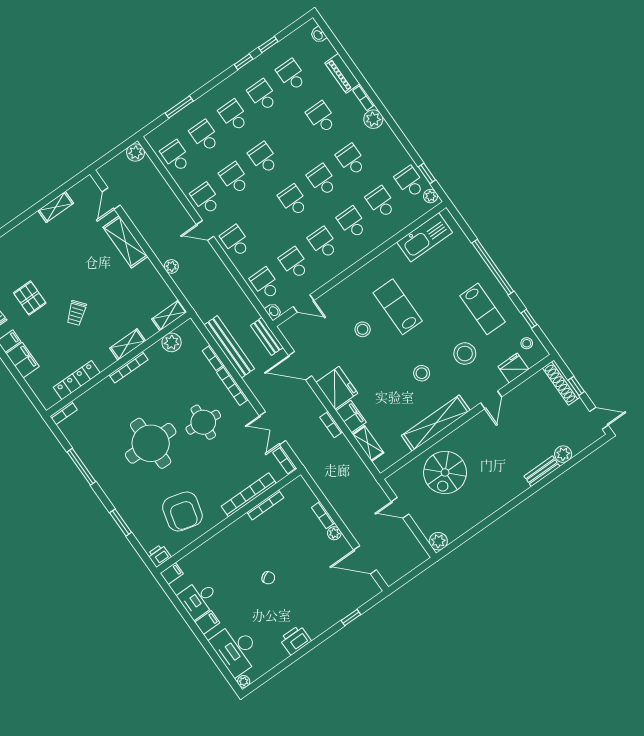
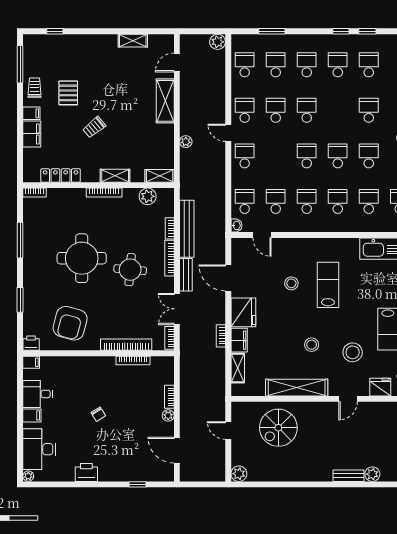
bench: (267, 336) -> (186, 275), moved

